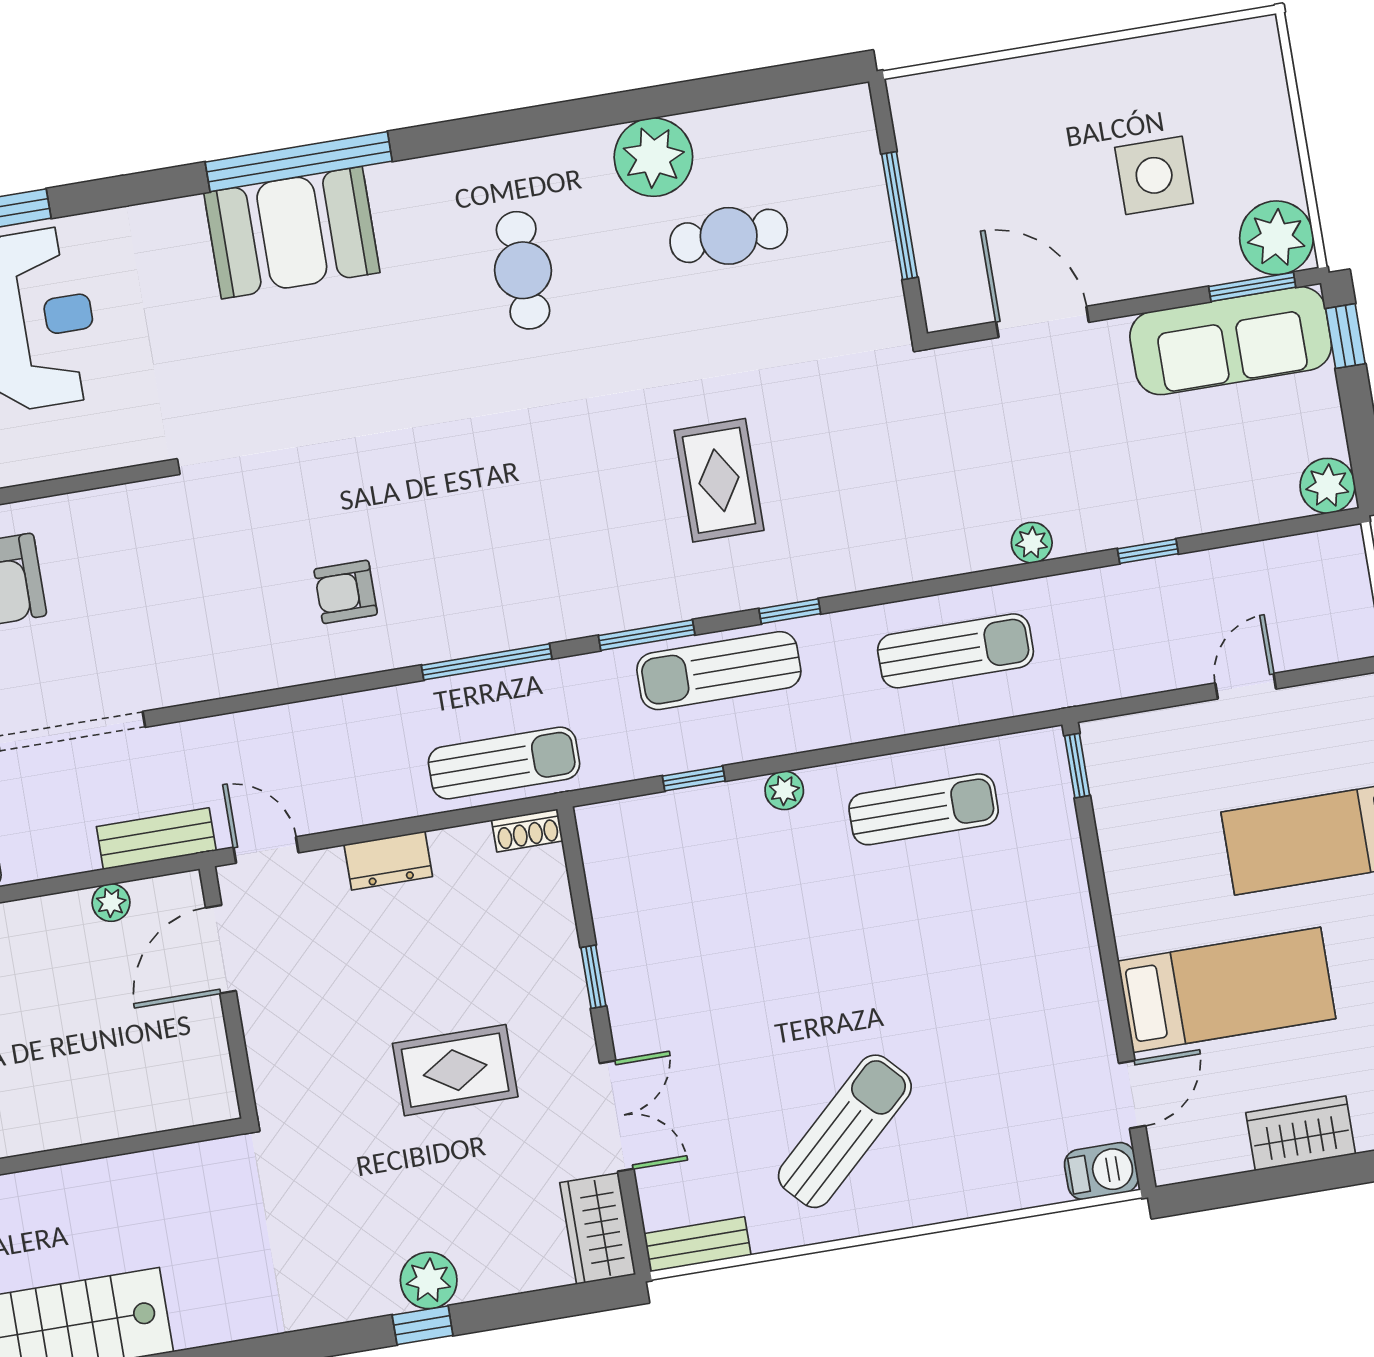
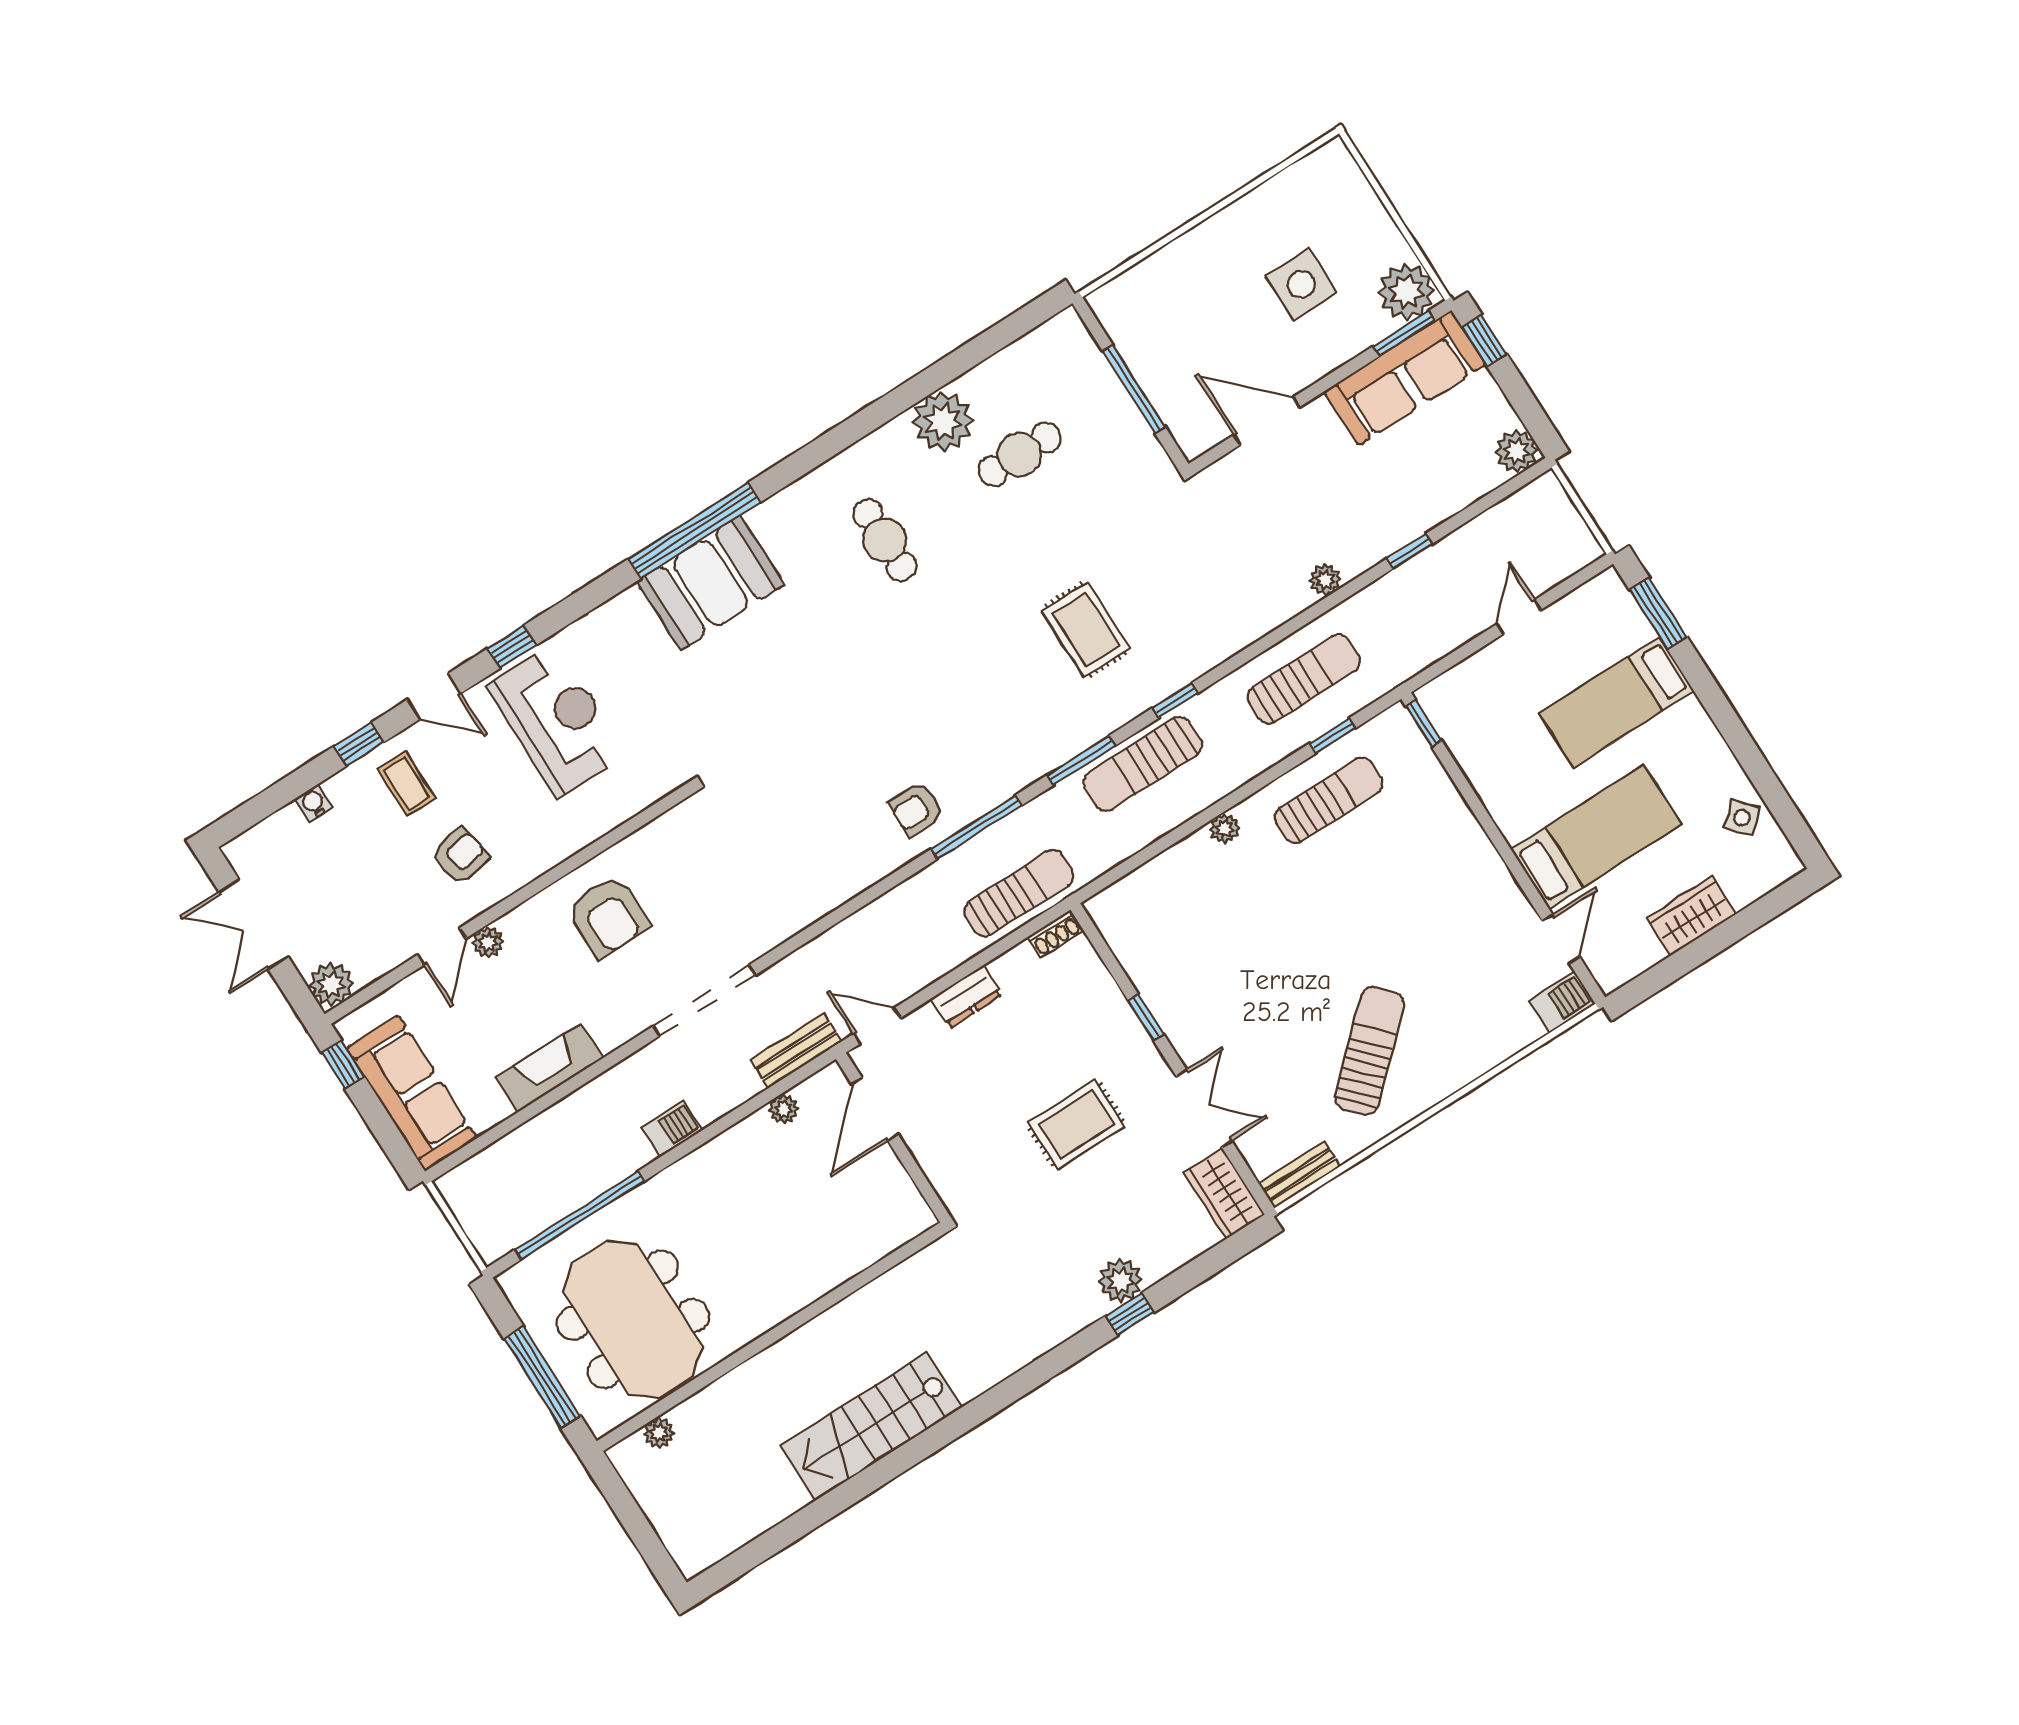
armchair: (346, 592) -> (916, 809), moved
window: (694, 778) -> (1333, 736), moved

